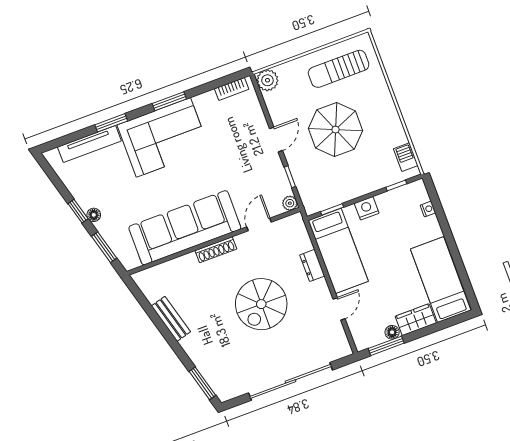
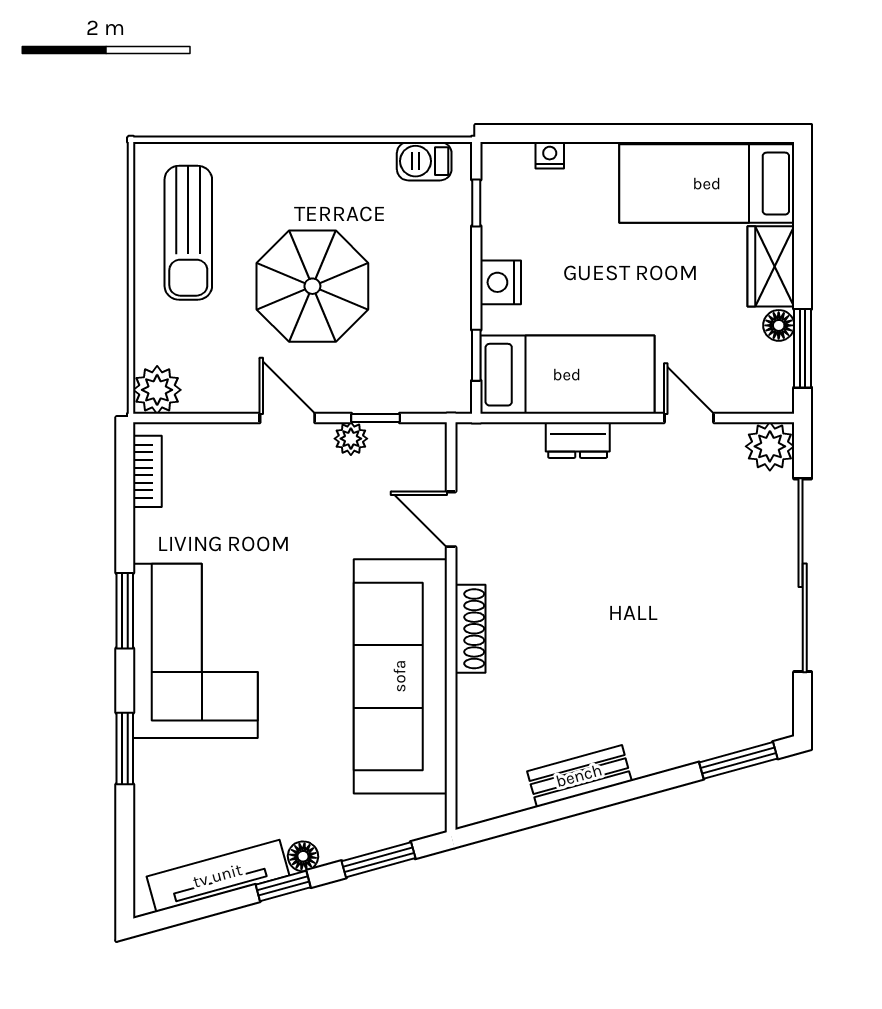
tv unit: (89, 144) -> (218, 876), moved, turned -105
plant: (290, 203) -> (351, 439), moved
spiral stairs: (261, 304) -> (619, 576), removed
plant: (340, 347) -> (770, 446), added

